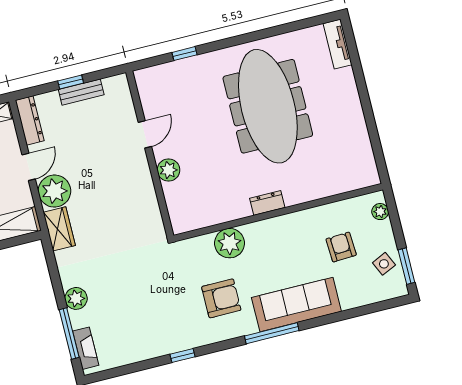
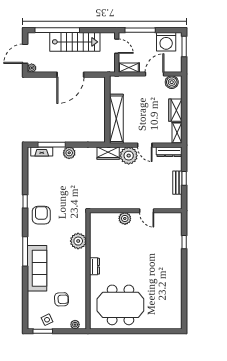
tv unit: (338, 44) -> (169, 324), removed
meeting table: (268, 106) -> (120, 305), moved, width x0.73
armchair: (221, 298) -> (41, 215), moved, turned 180

